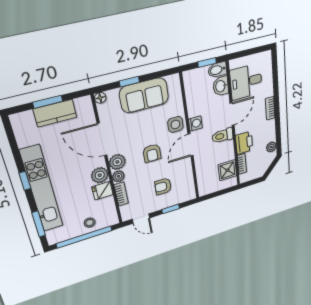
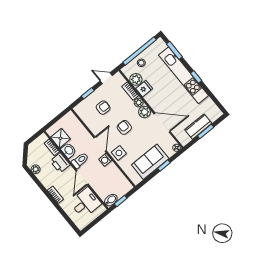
washbasin: (221, 86) -> (69, 150), moved
plant: (100, 175) -> (136, 79), moved

